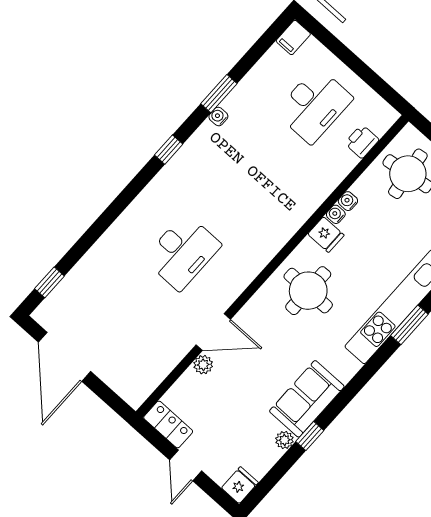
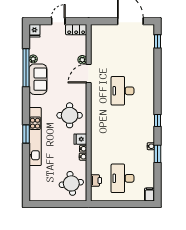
window: (310, 436) -> (26, 68), width x3.17
door: (186, 465) -> (58, 21), hinge flipped

